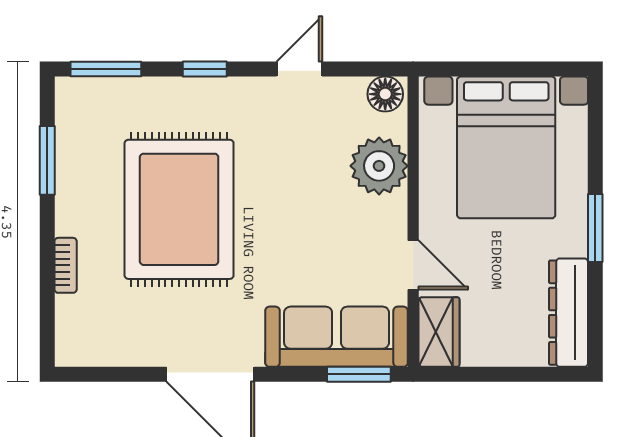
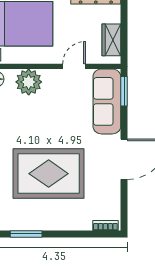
bookcase: (66, 265) -> (105, 225), moved
wardrobe: (439, 332) -> (111, 40), moved, turned -90

